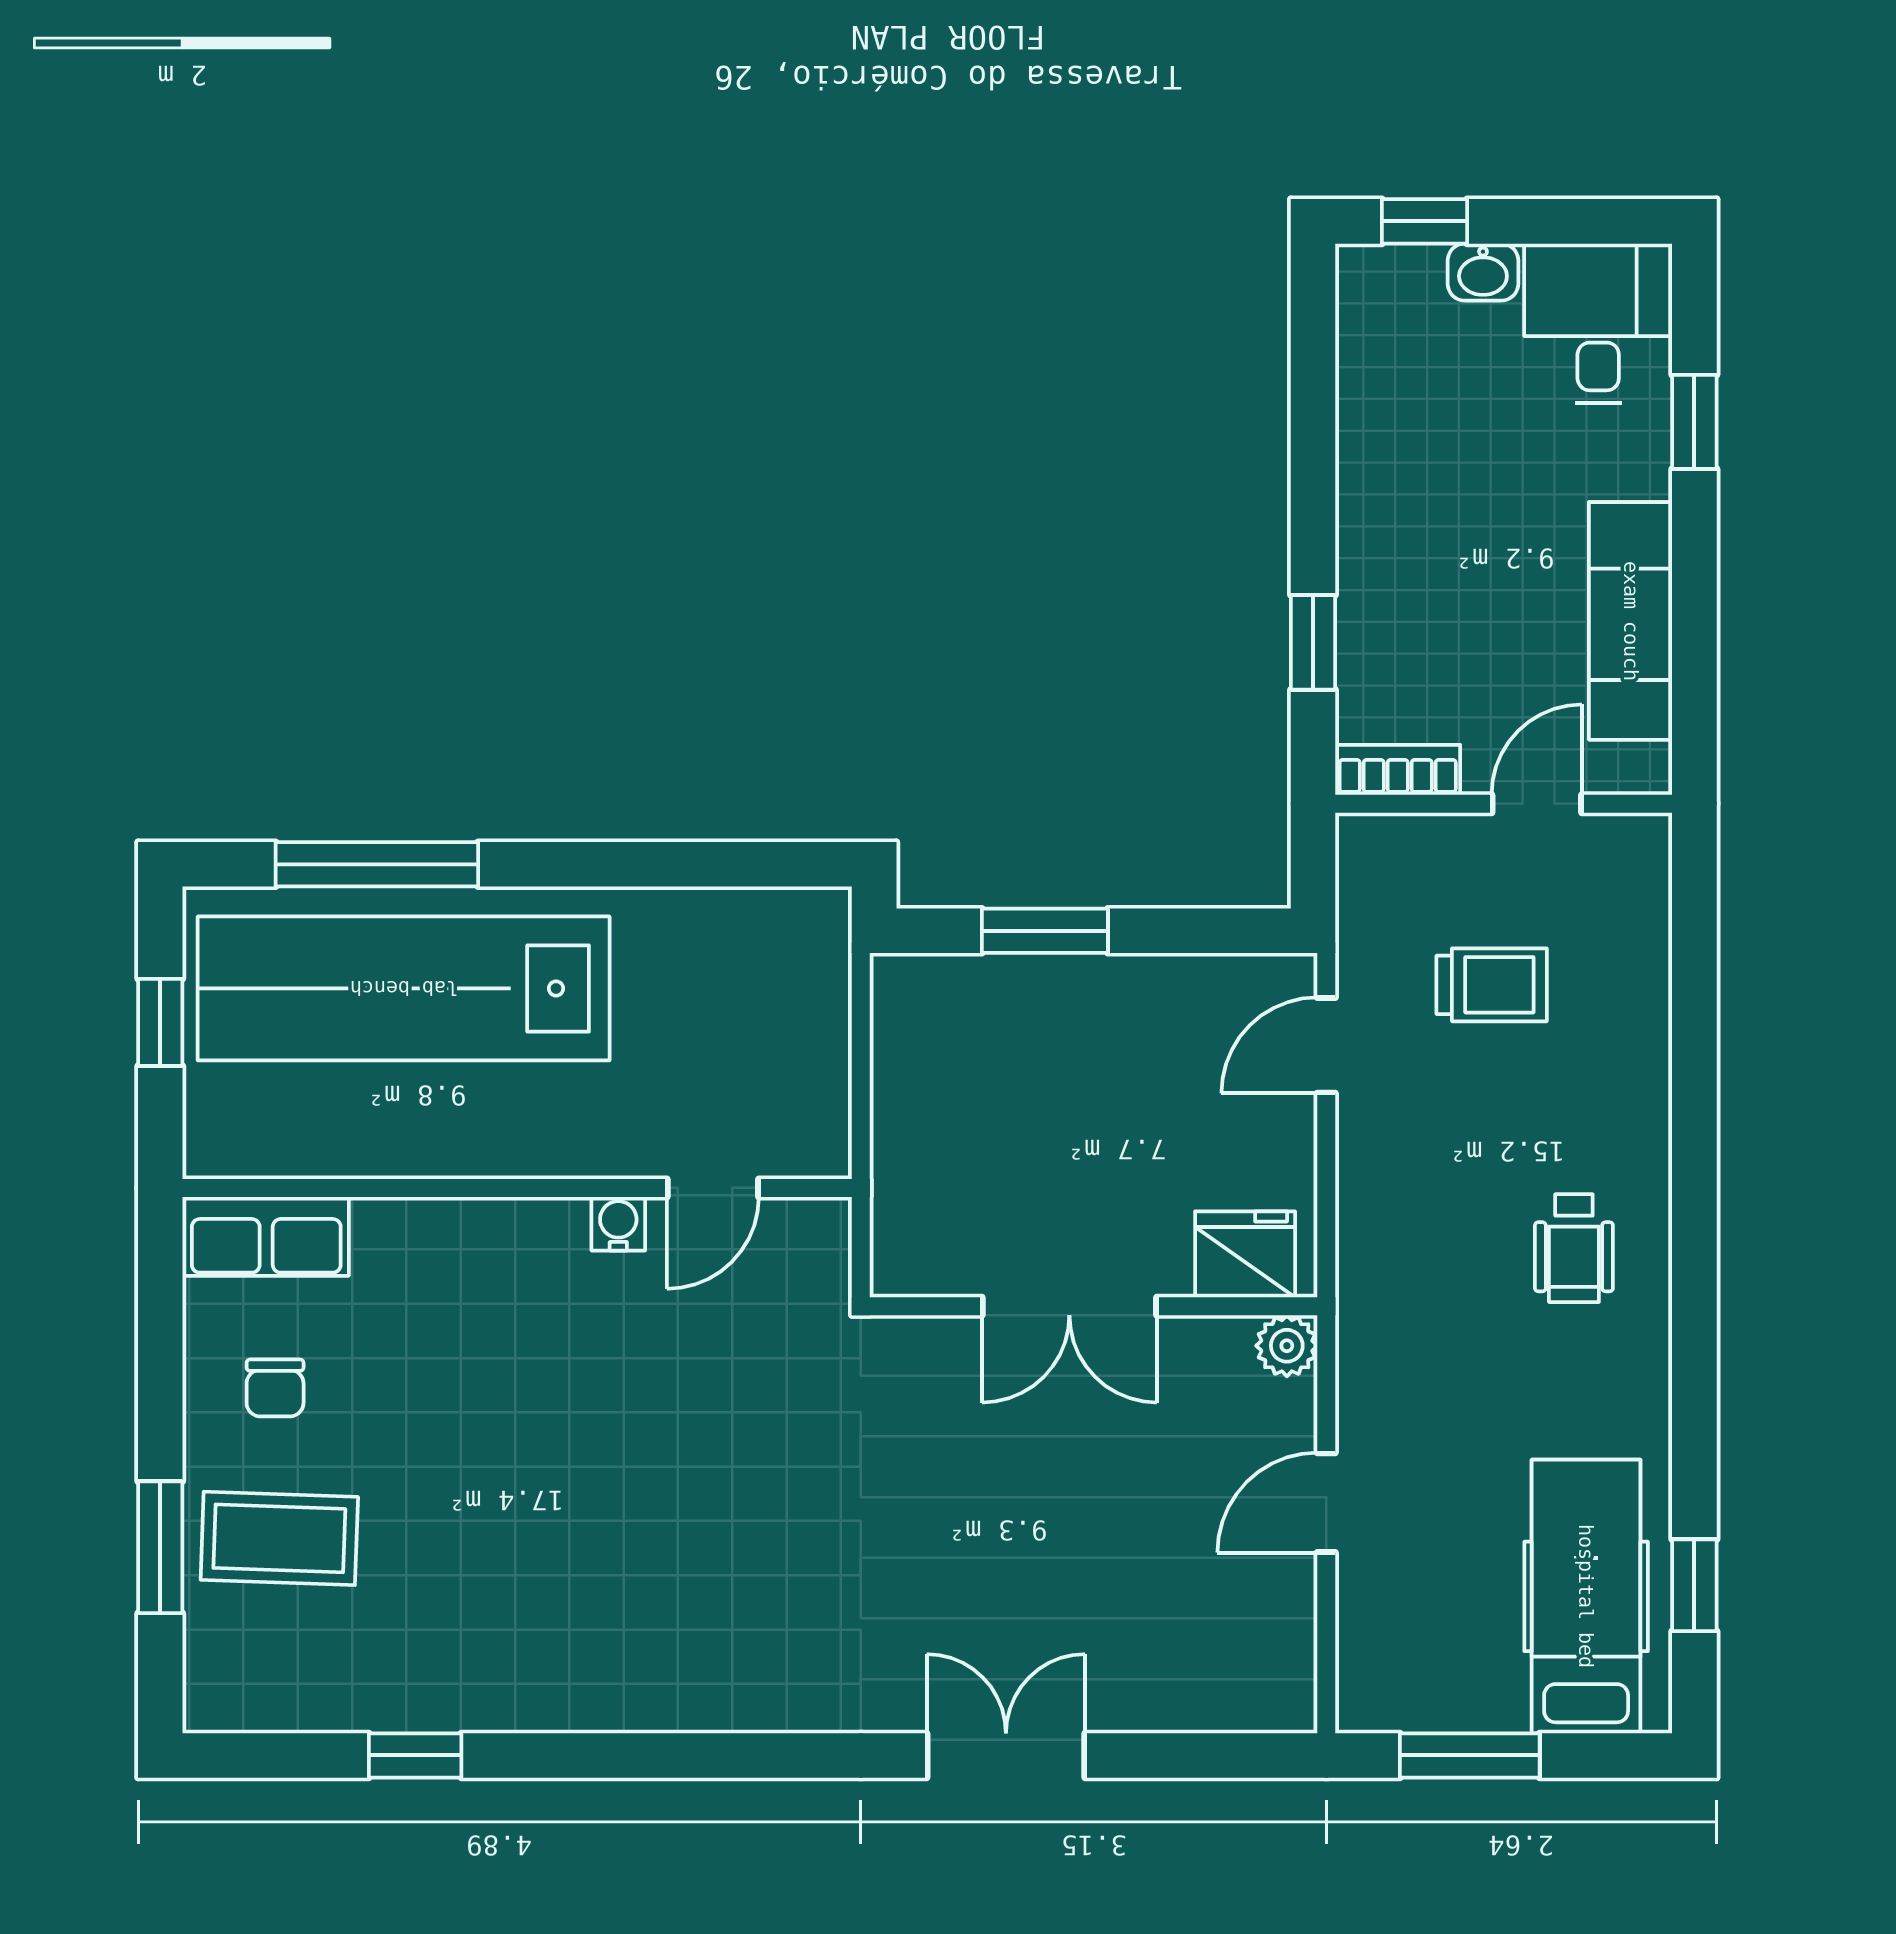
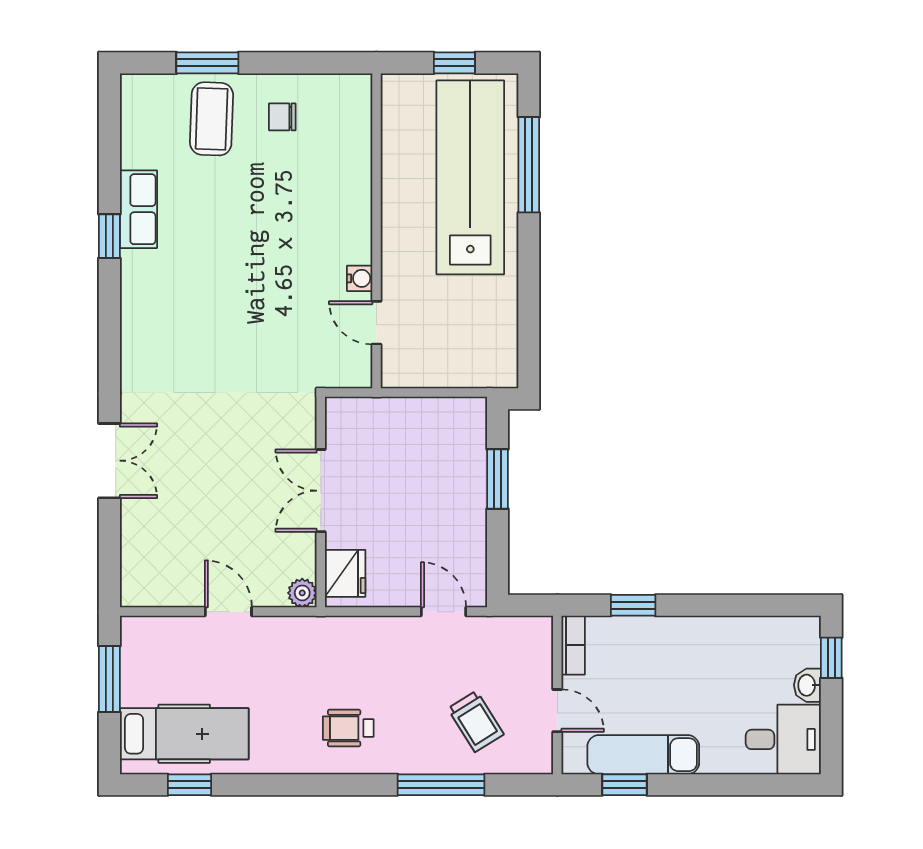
window: (1694, 422) -> (625, 785), moved
trolley: (1492, 985) -> (476, 721), moved, turned -32
window: (1694, 1051) -> (441, 785), added
row of seats: (266, 1236) -> (138, 209), moved, turned 180
window: (415, 1755) -> (109, 236), moved

